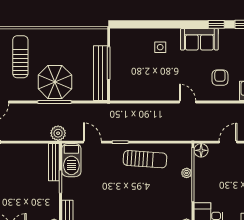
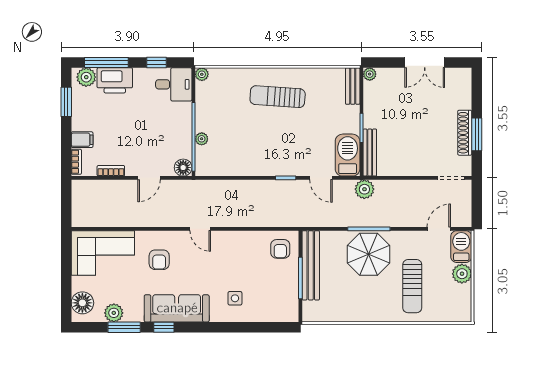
sofa: (199, 39) -> (177, 308), width x1.36
armchair: (124, 86) -> (280, 249), added
sun lounger: (145, 159) -> (278, 97), moved

